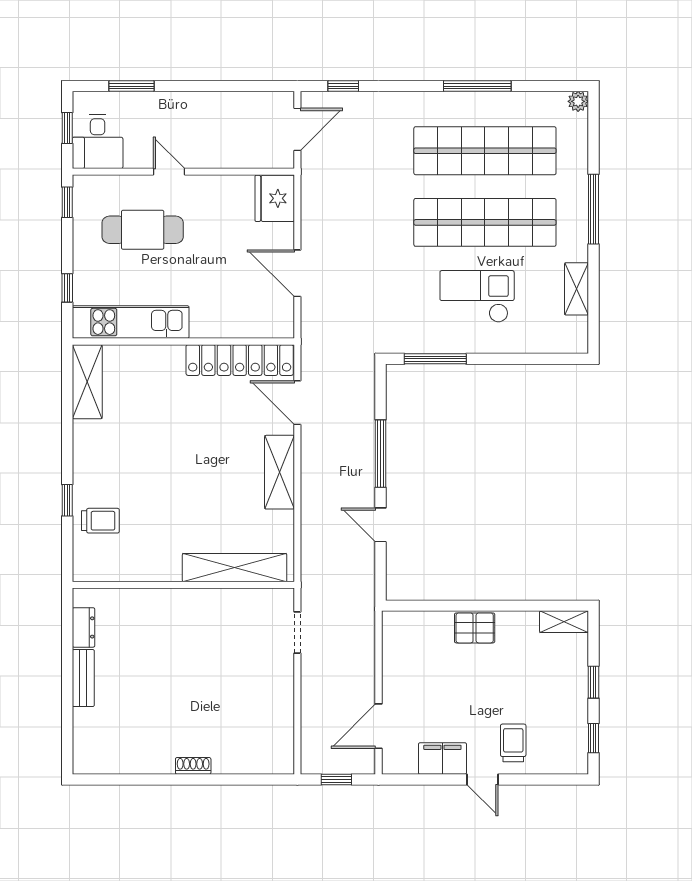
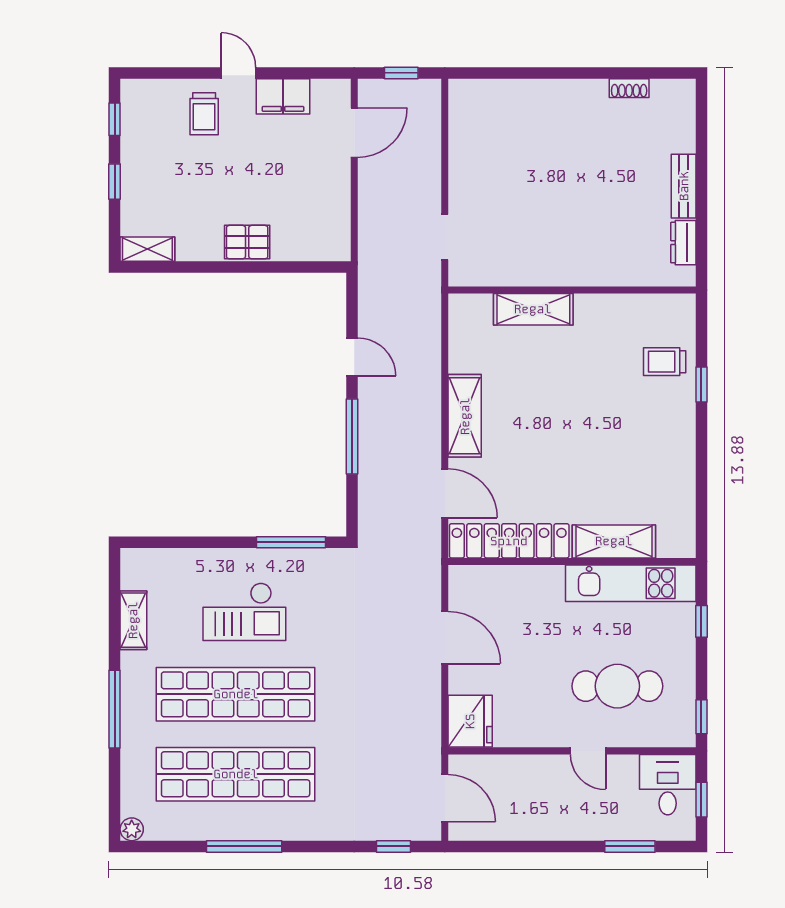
door: (297, 129) -> (445, 798), swing flipped
shelving: (87, 382) -> (614, 541), moved, turned 90
shelving: (235, 568) -> (533, 309), width x0.68
shoe rack: (193, 766) -> (629, 88), moved

